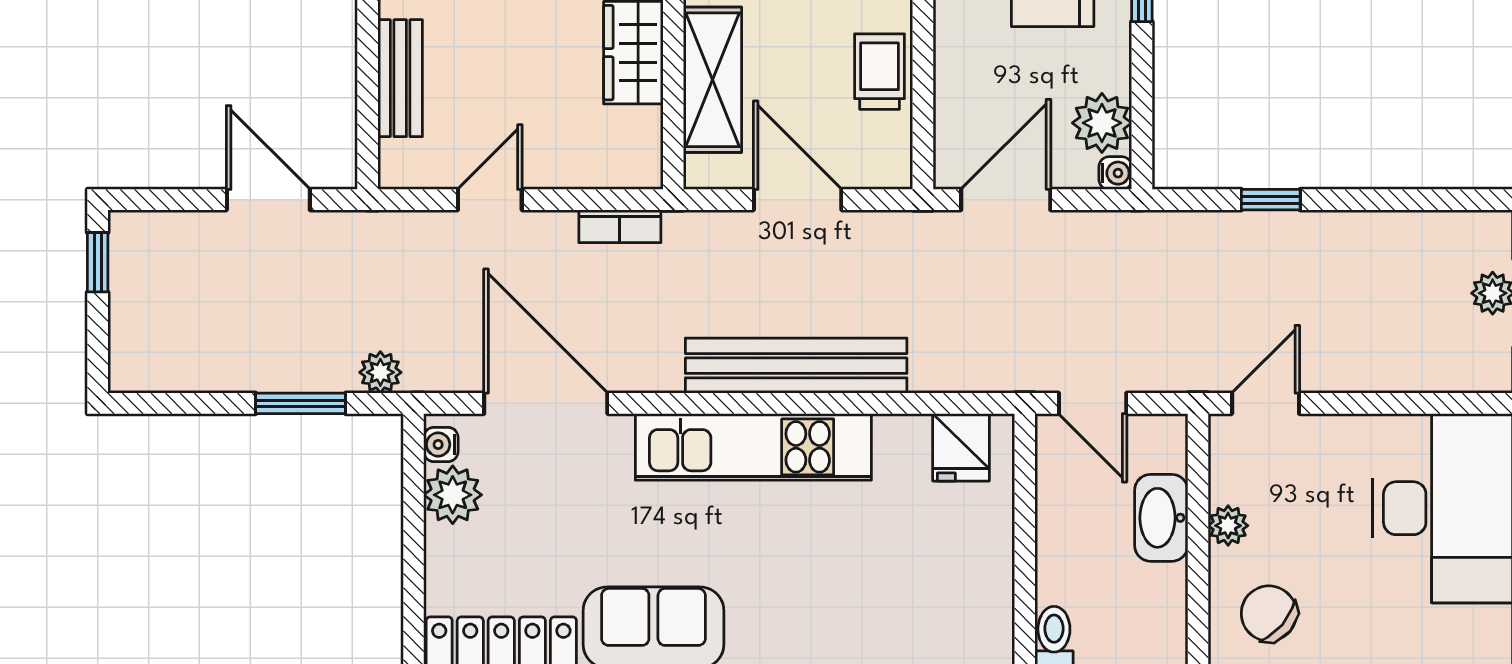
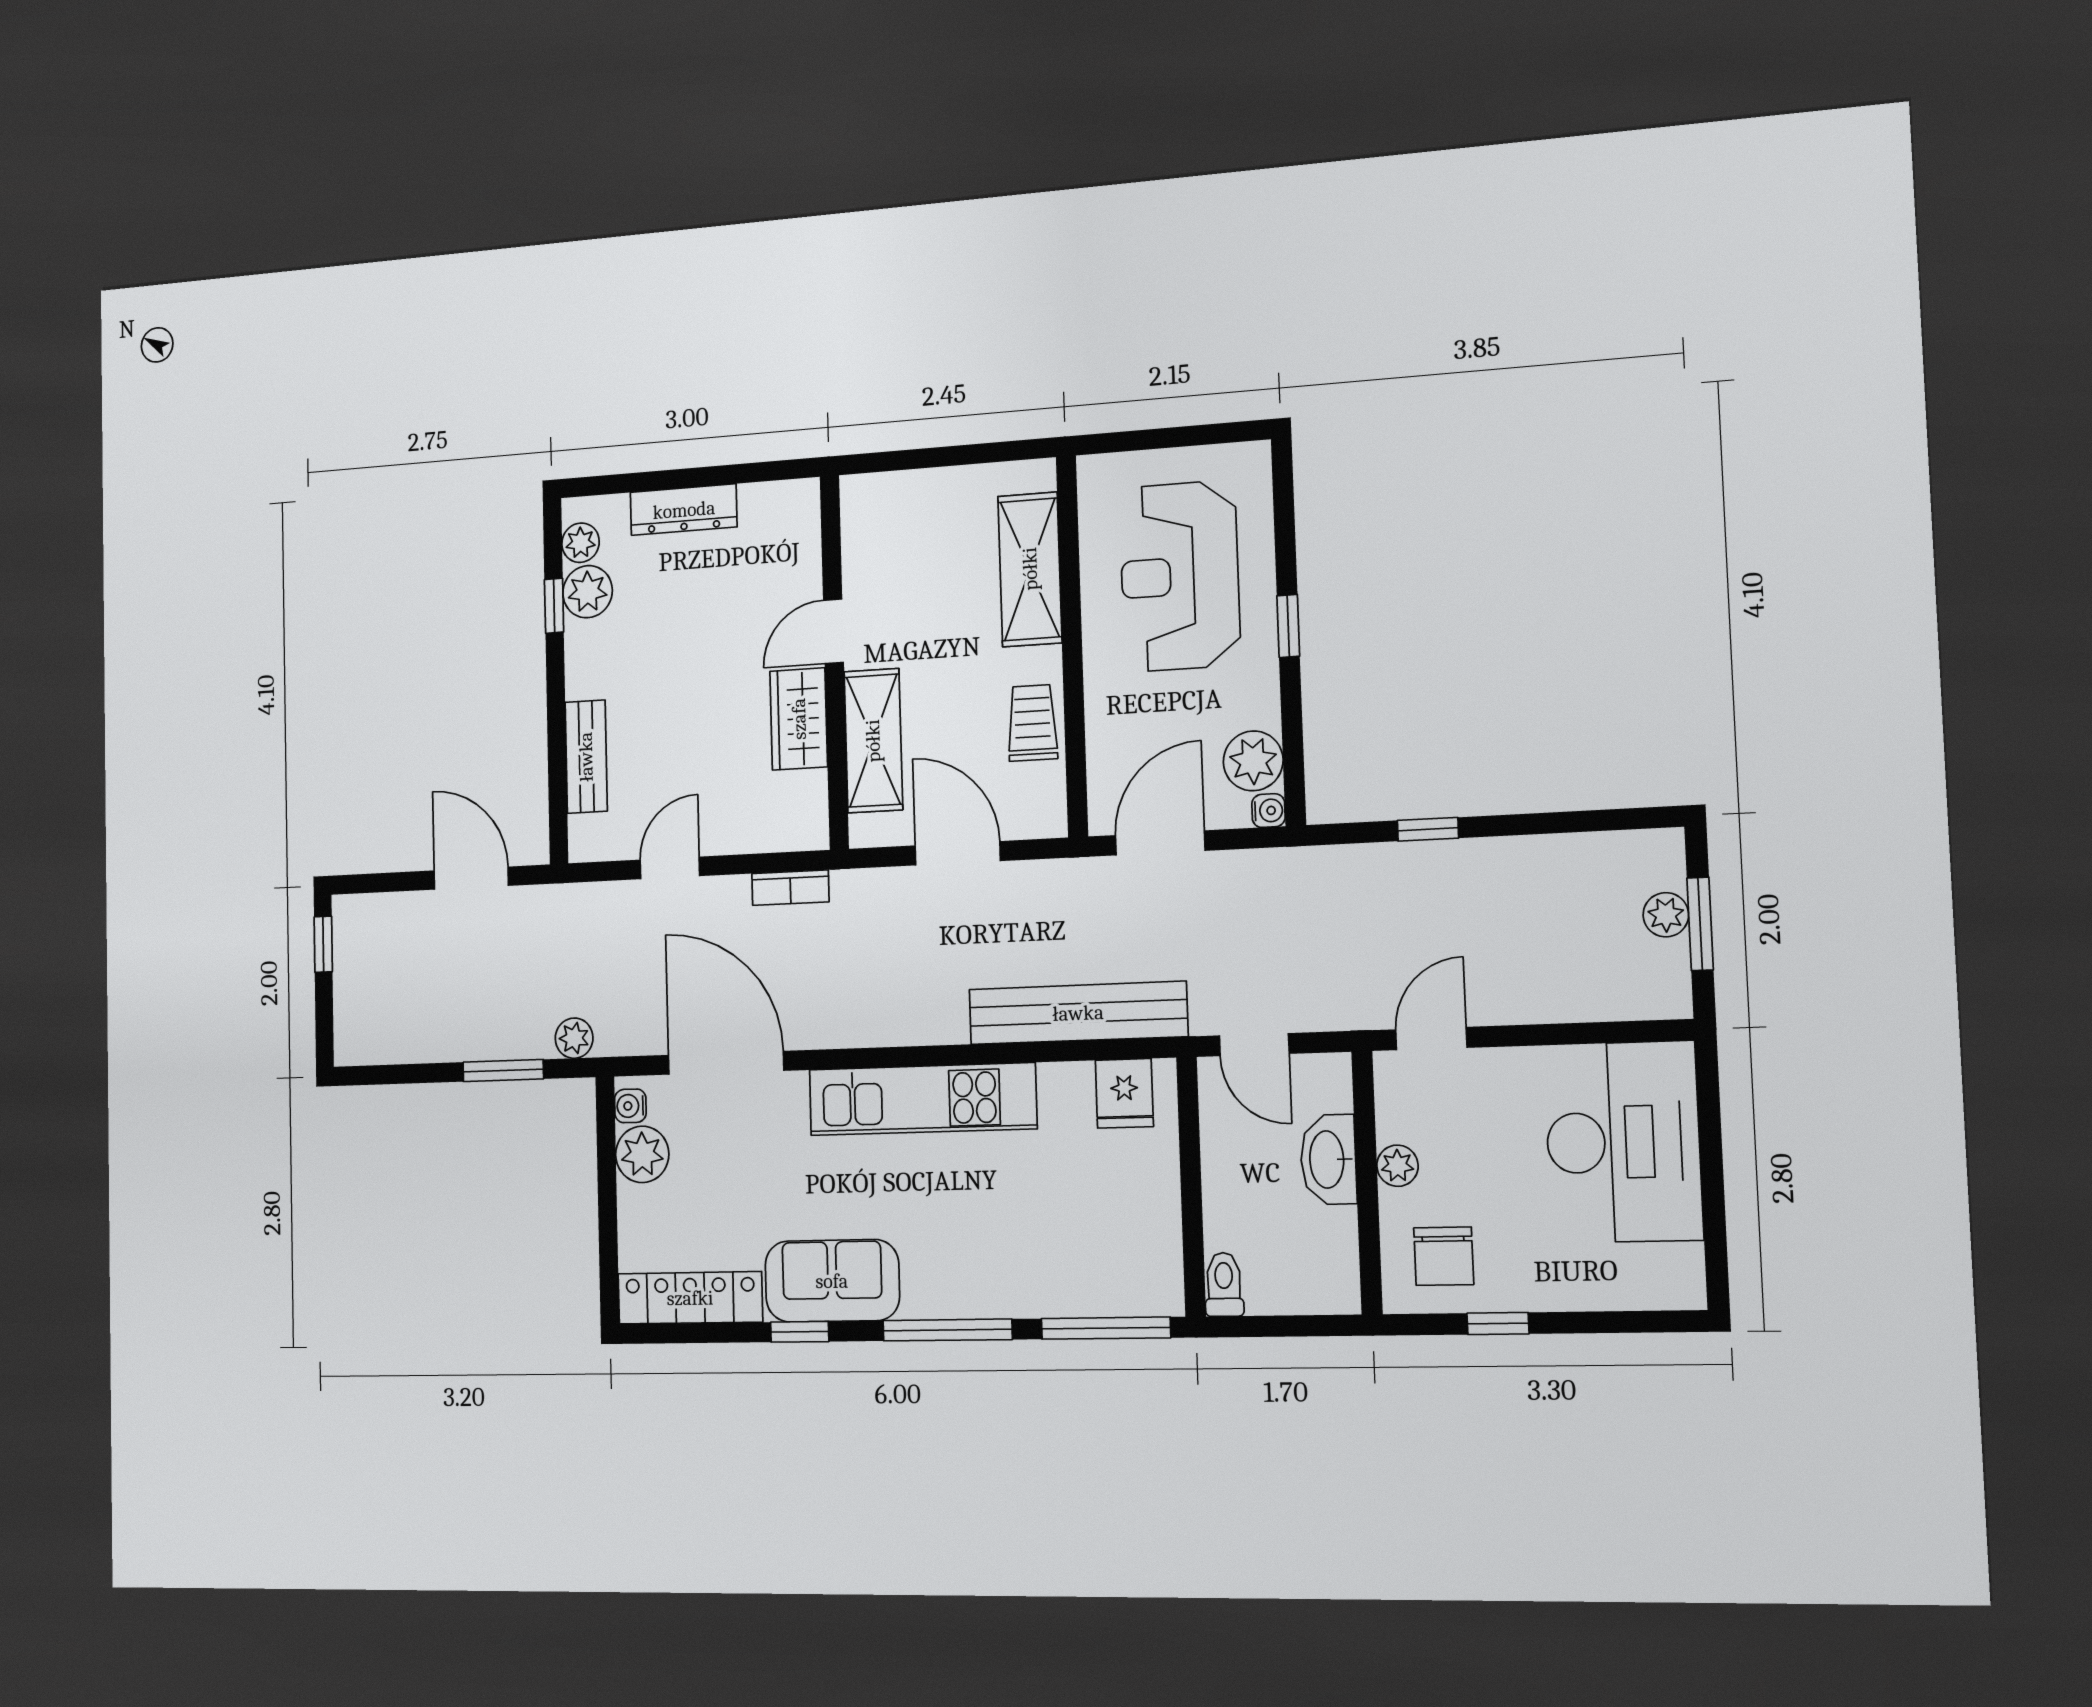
bench: (796, 366) -> (1078, 1013), moved
chair: (1269, 613) -> (1444, 1256), turned -130

